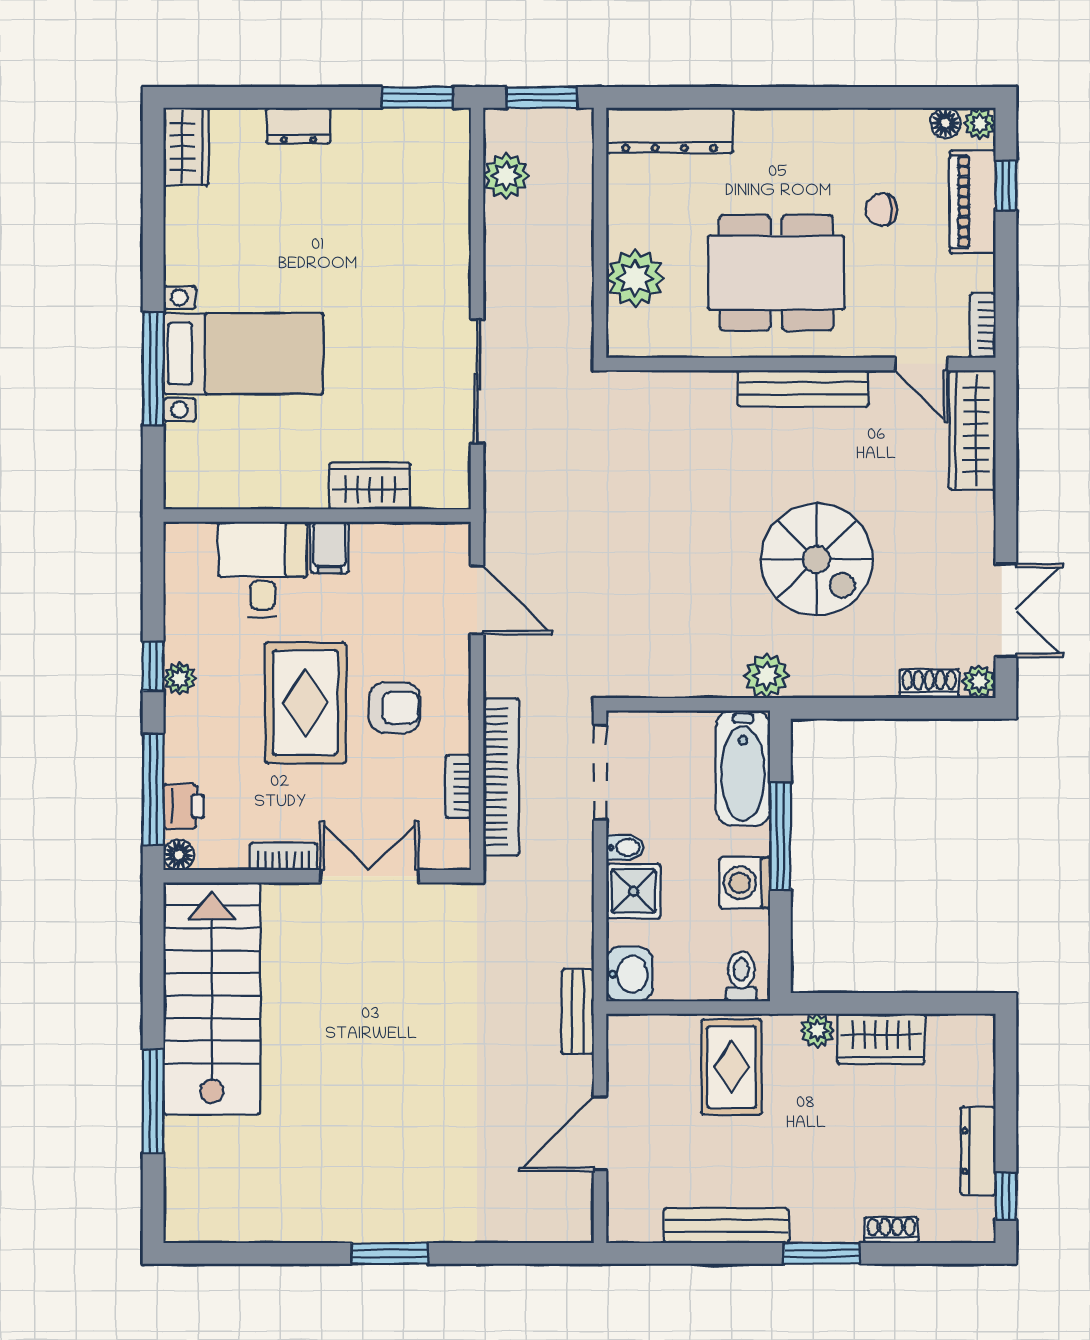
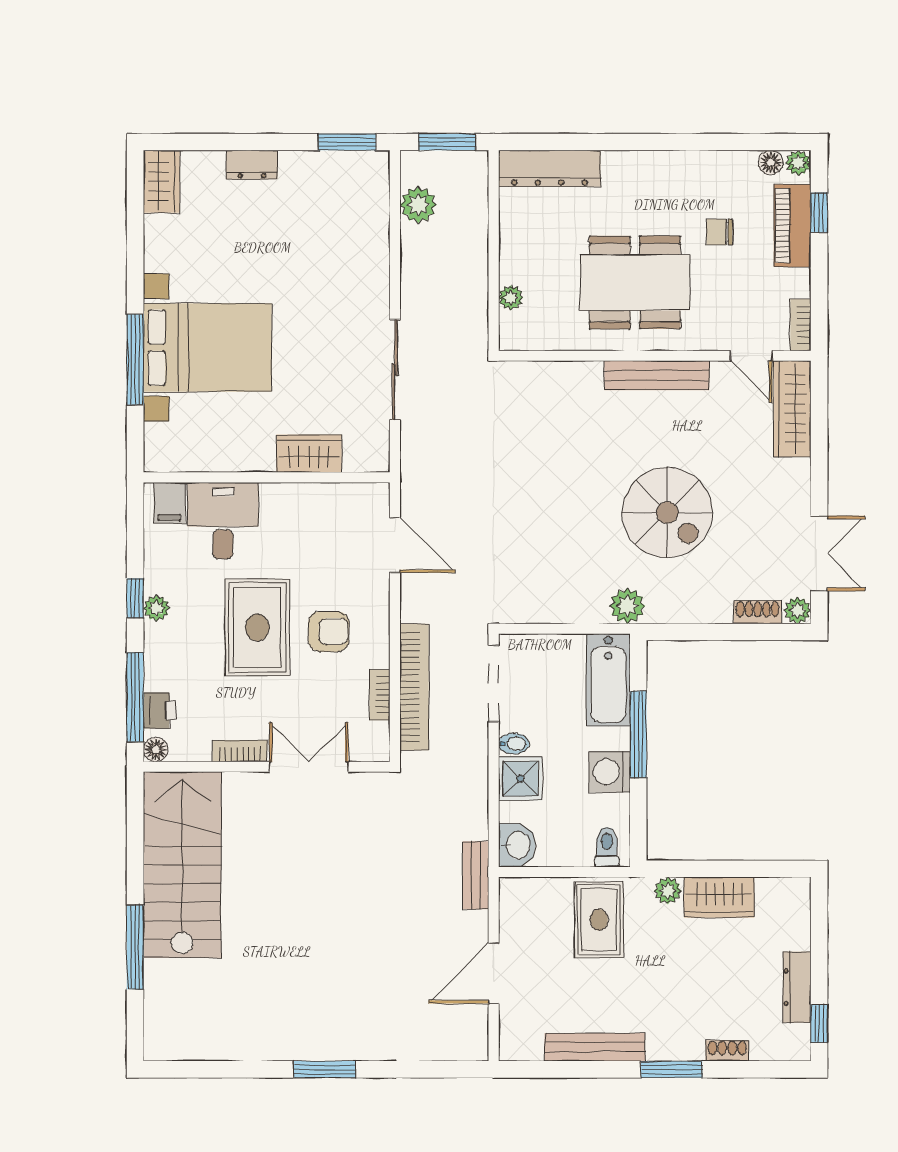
plant: (635, 278) -> (511, 298), width x0.53, depth x0.53
bed with nightstands: (243, 354) -> (207, 348), width x1.36
filing cabinet: (329, 547) -> (169, 503), moved

